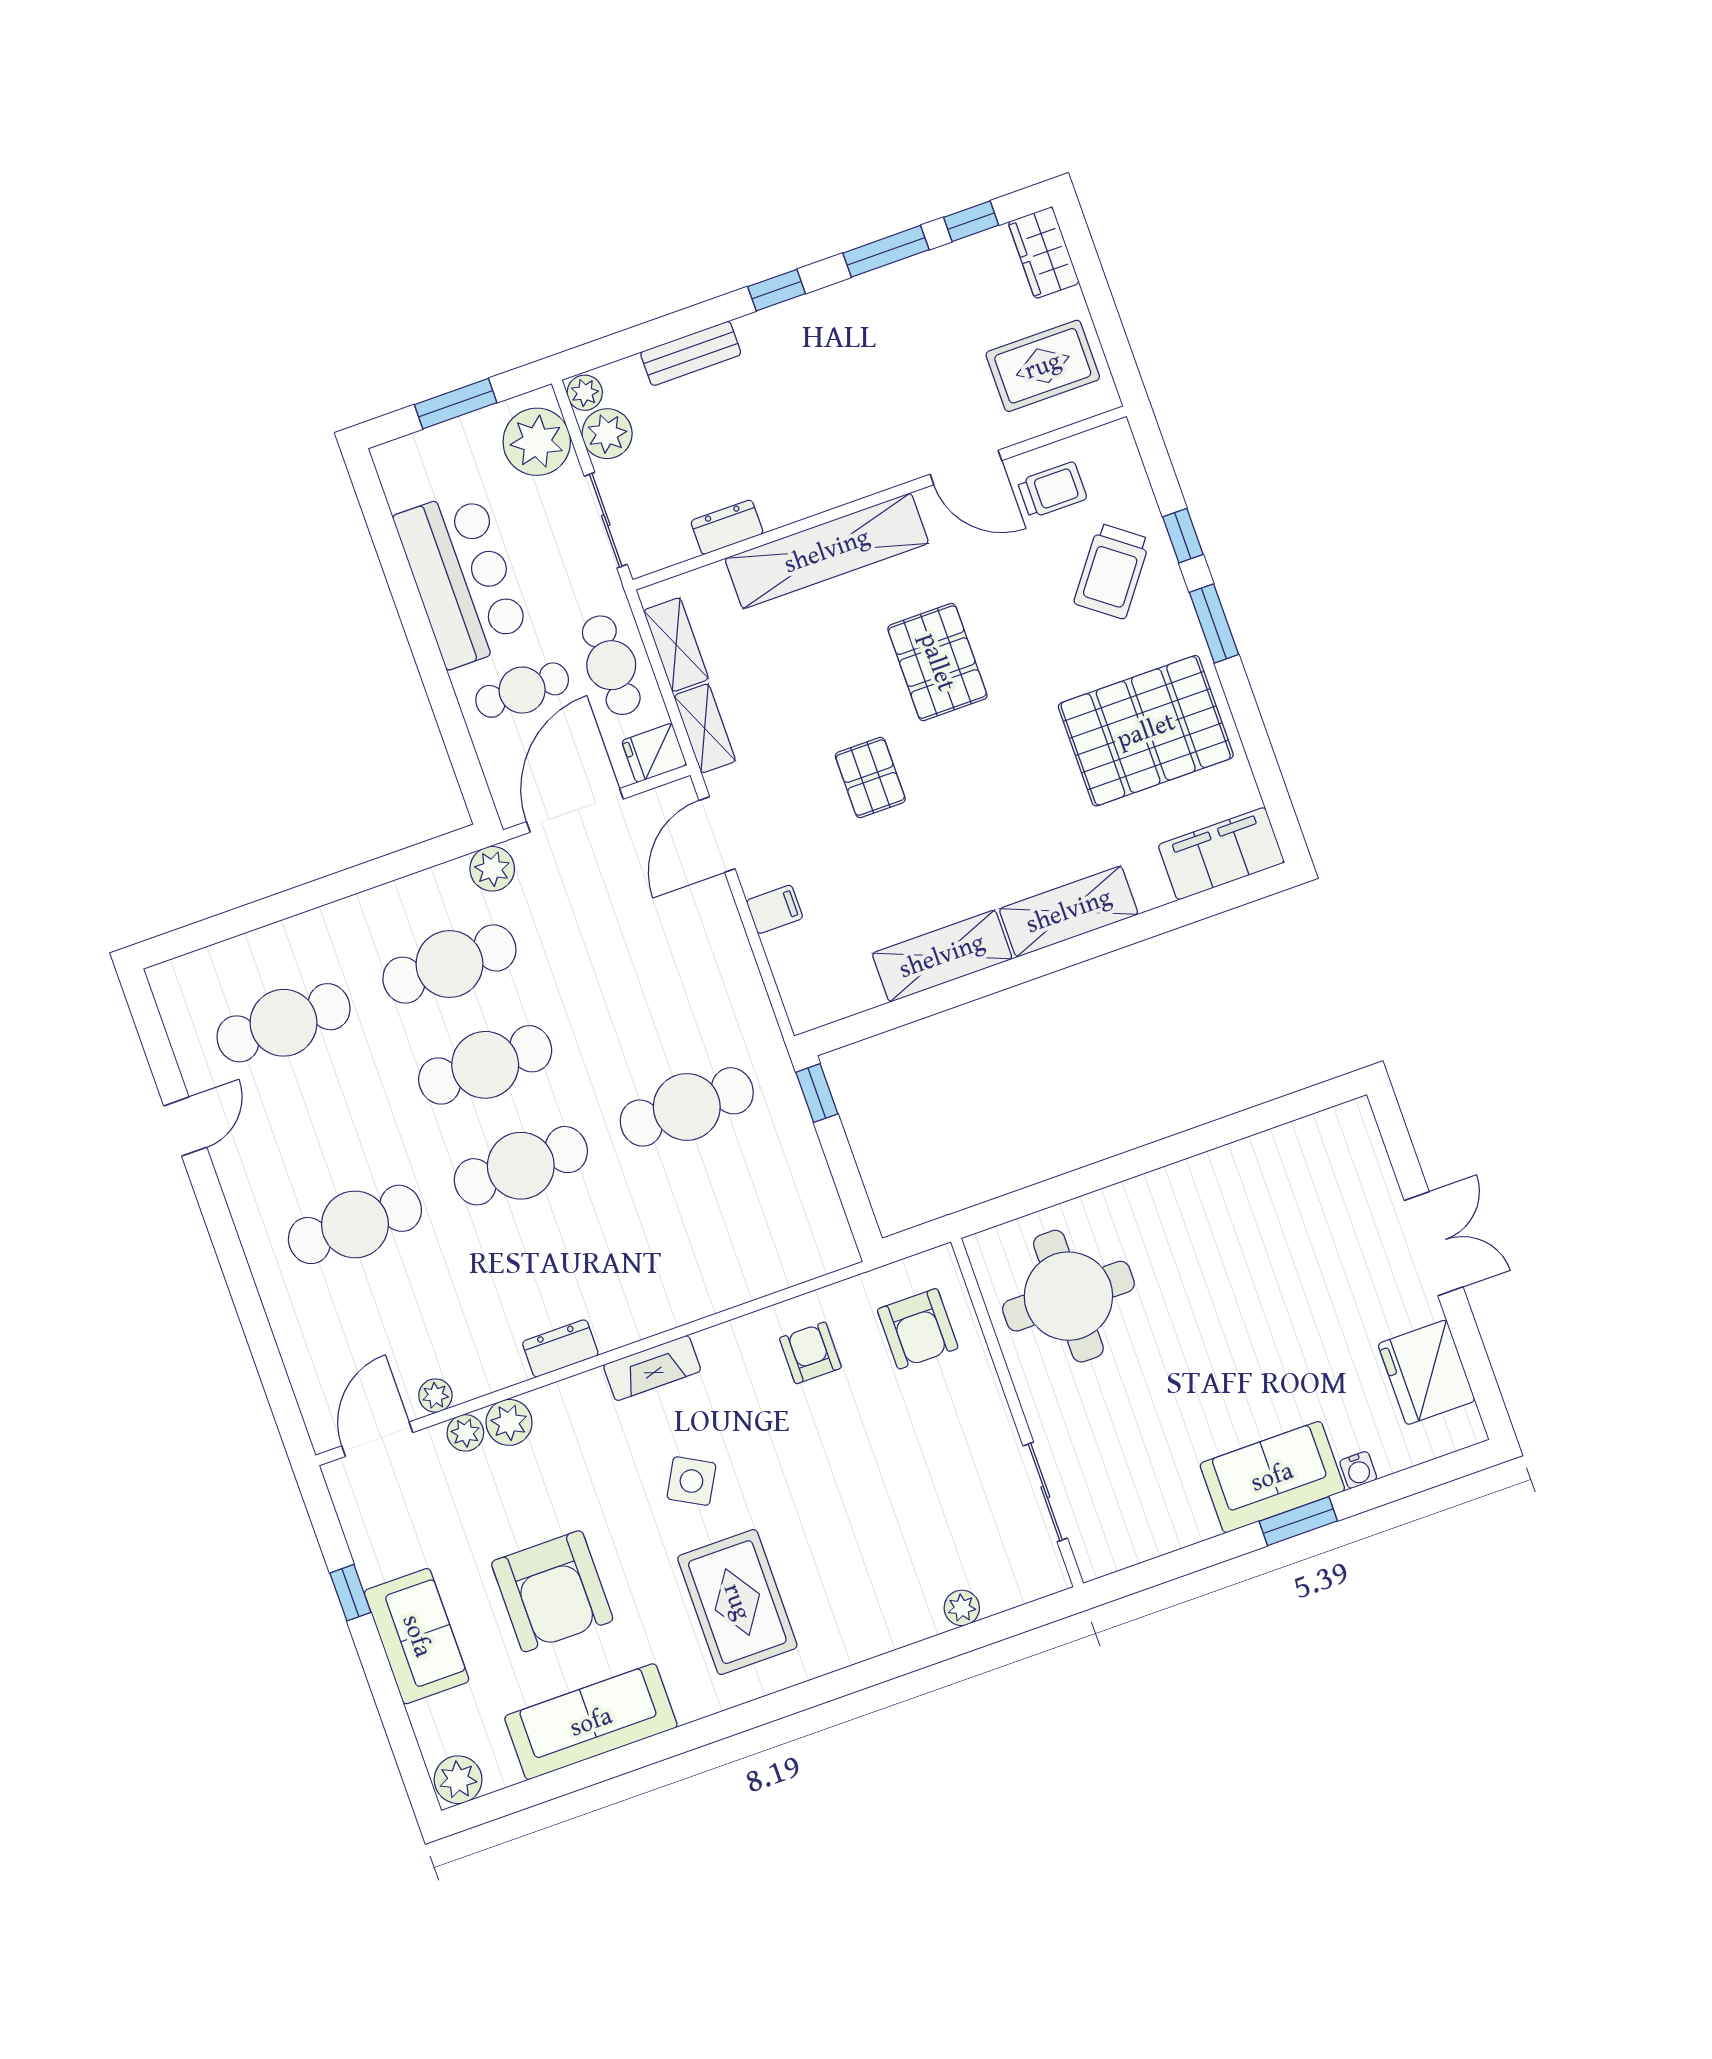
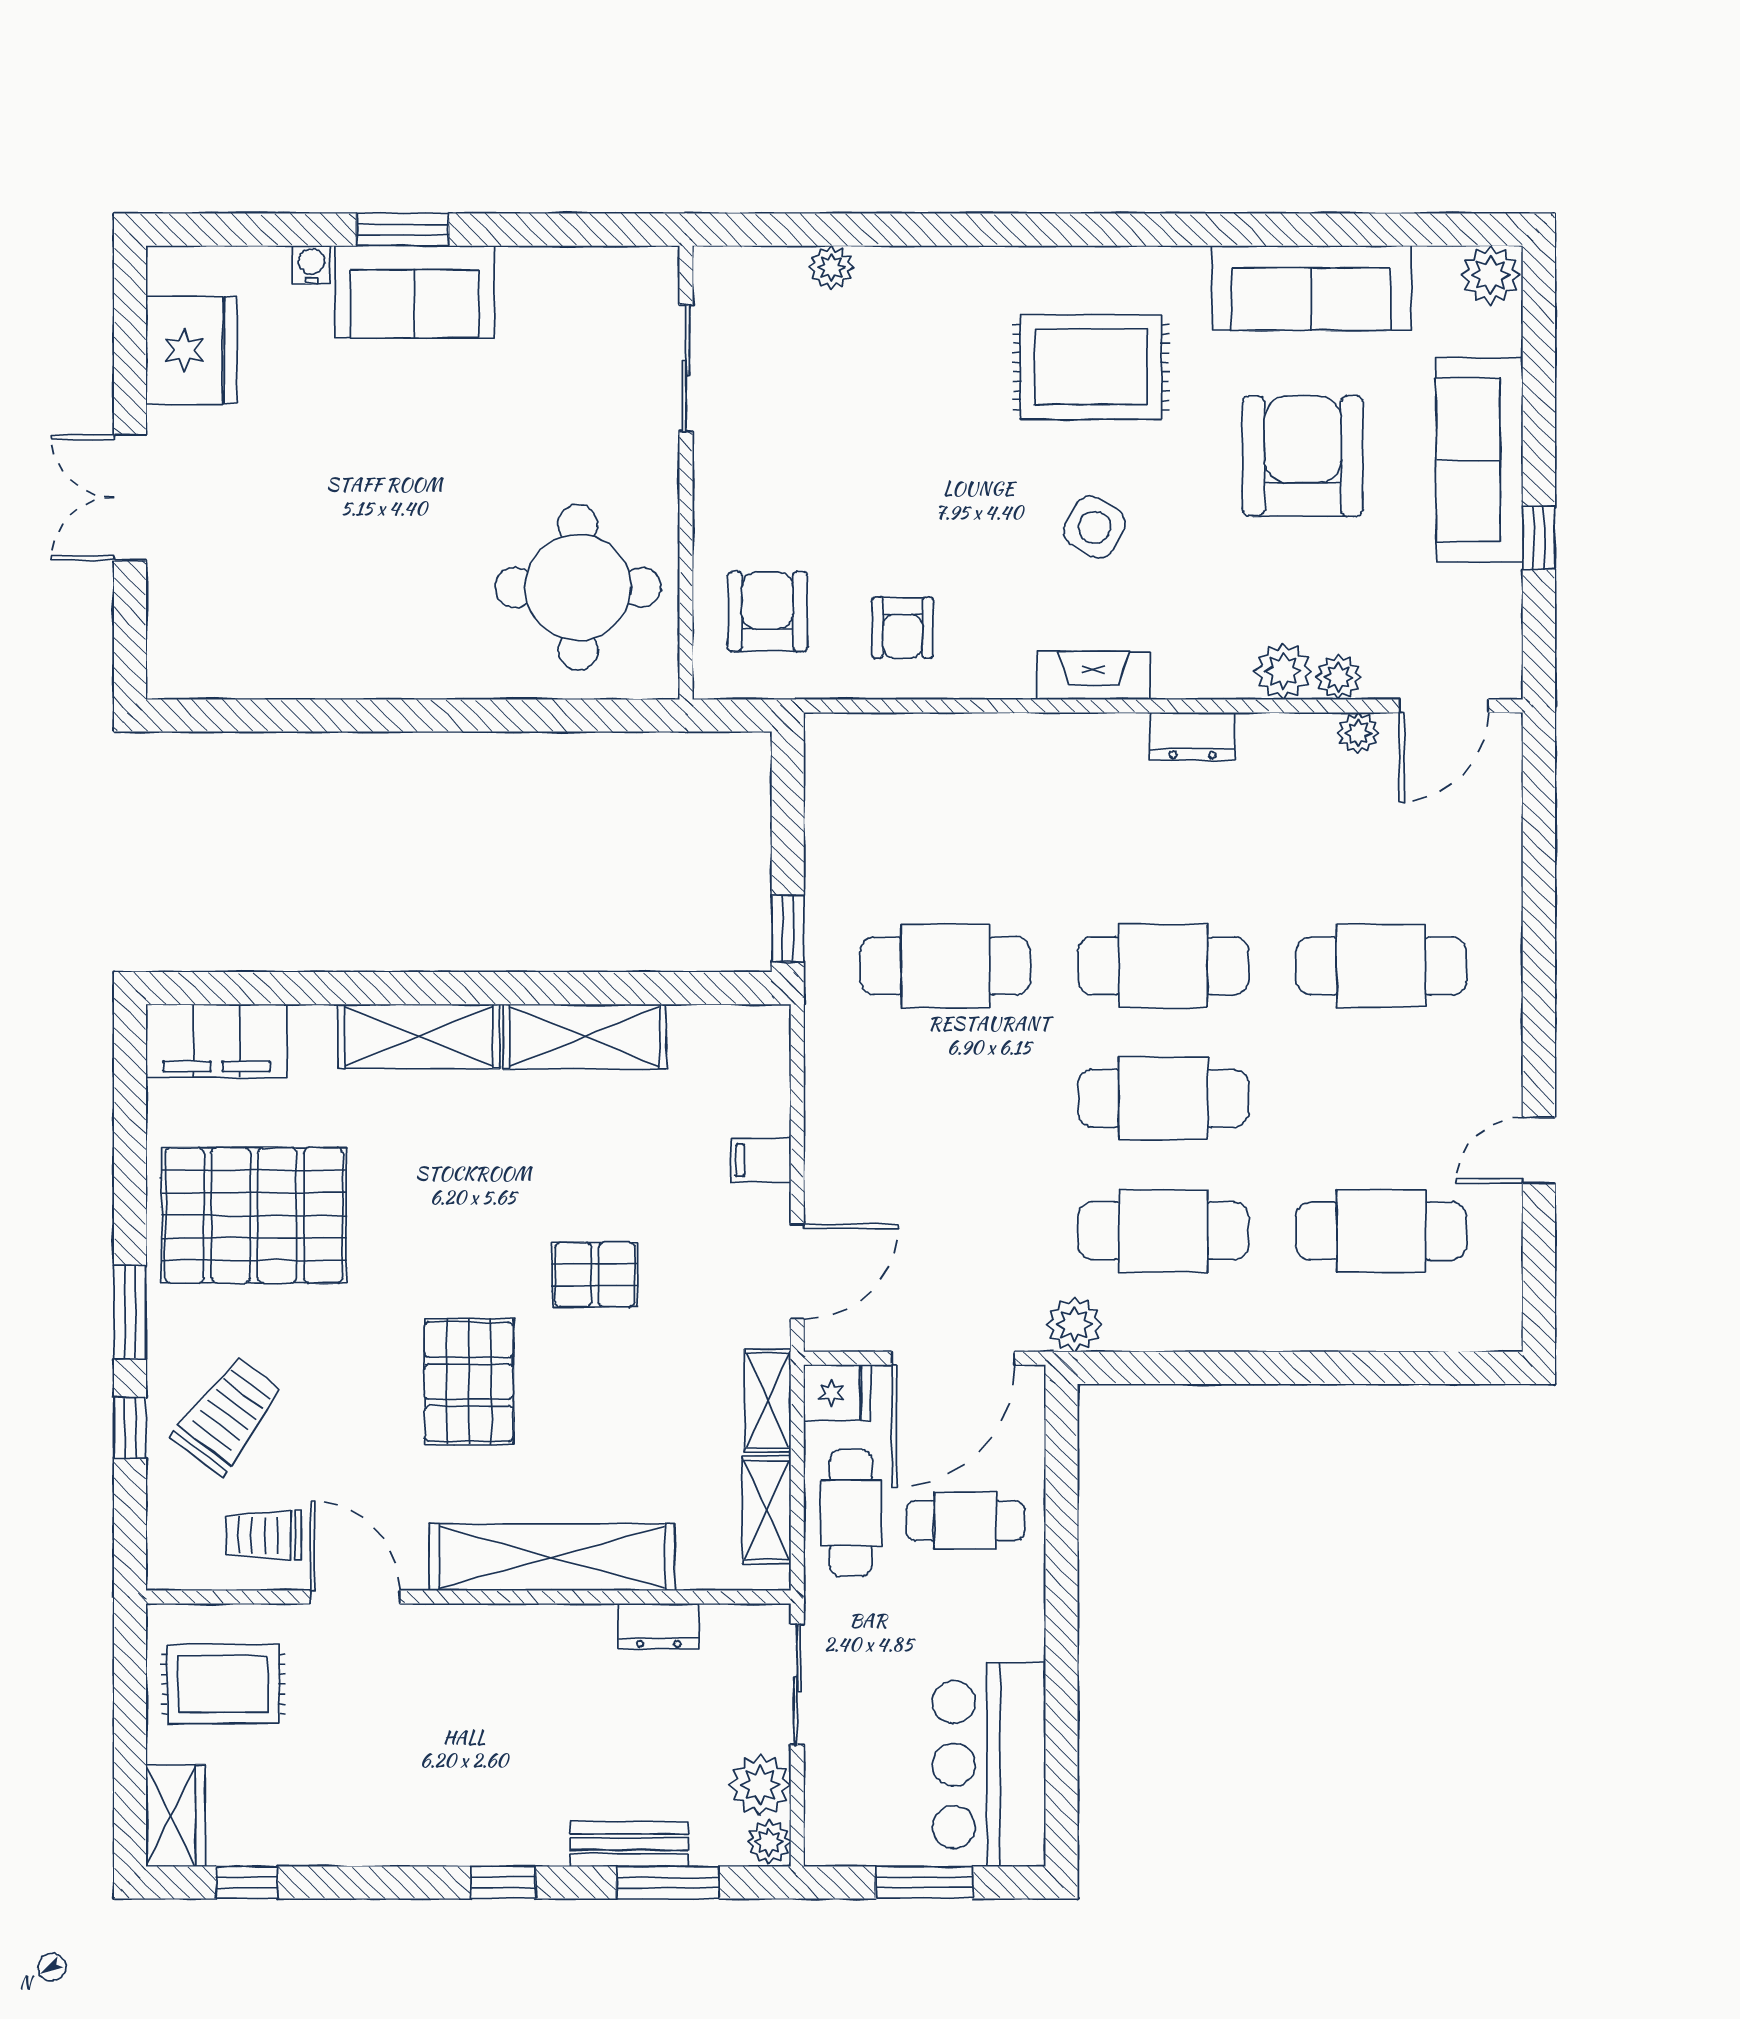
window: (886, 251) -> (668, 1882), moved
plant: (537, 442) -> (845, 1804), removed
bar counter: (462, 578) -> (989, 1765), moved
pallet: (870, 777) -> (595, 1275), turned 90
rug: (737, 1602) -> (1091, 367), turned 90
sofa: (417, 1636) -> (1480, 460), width x1.36

